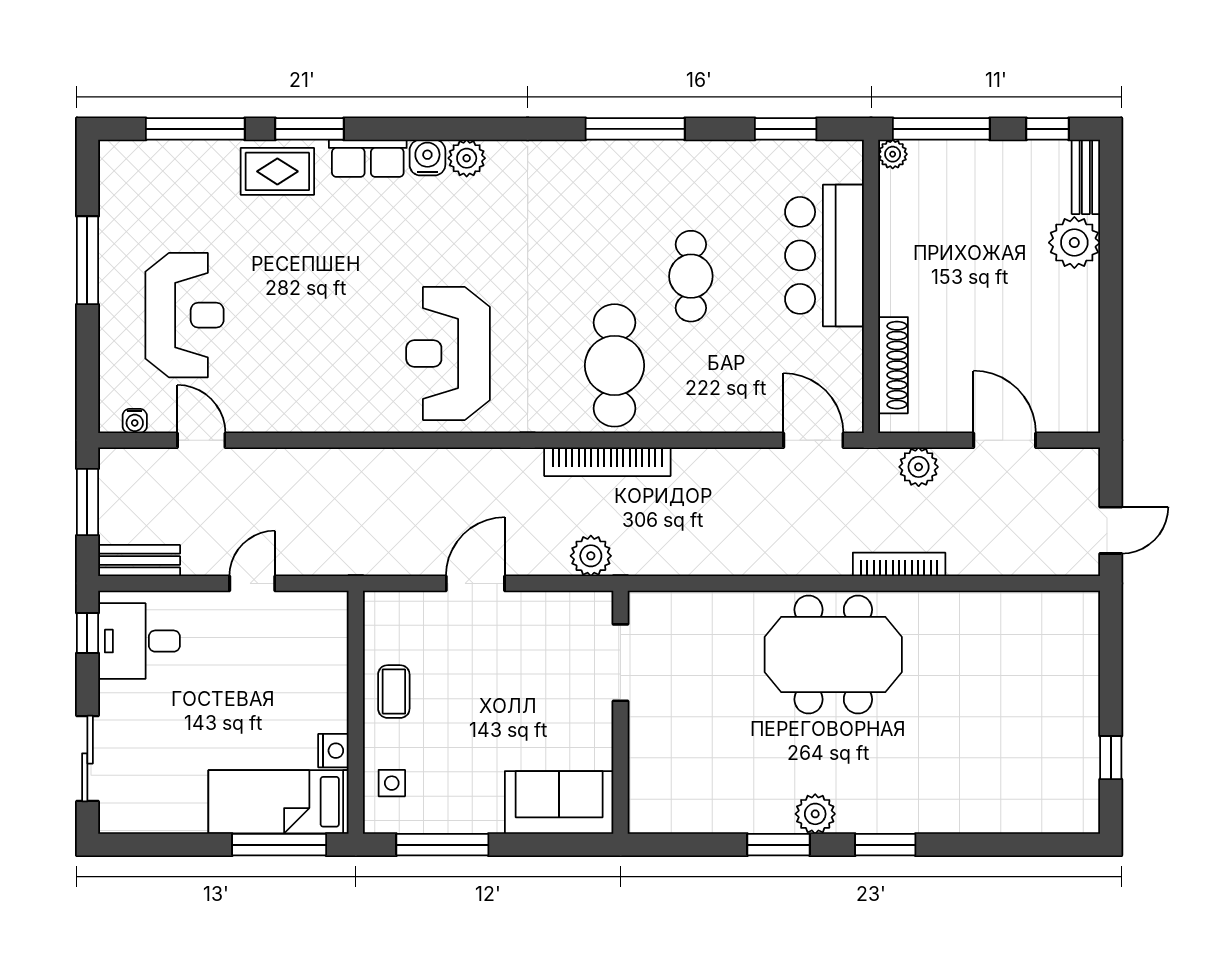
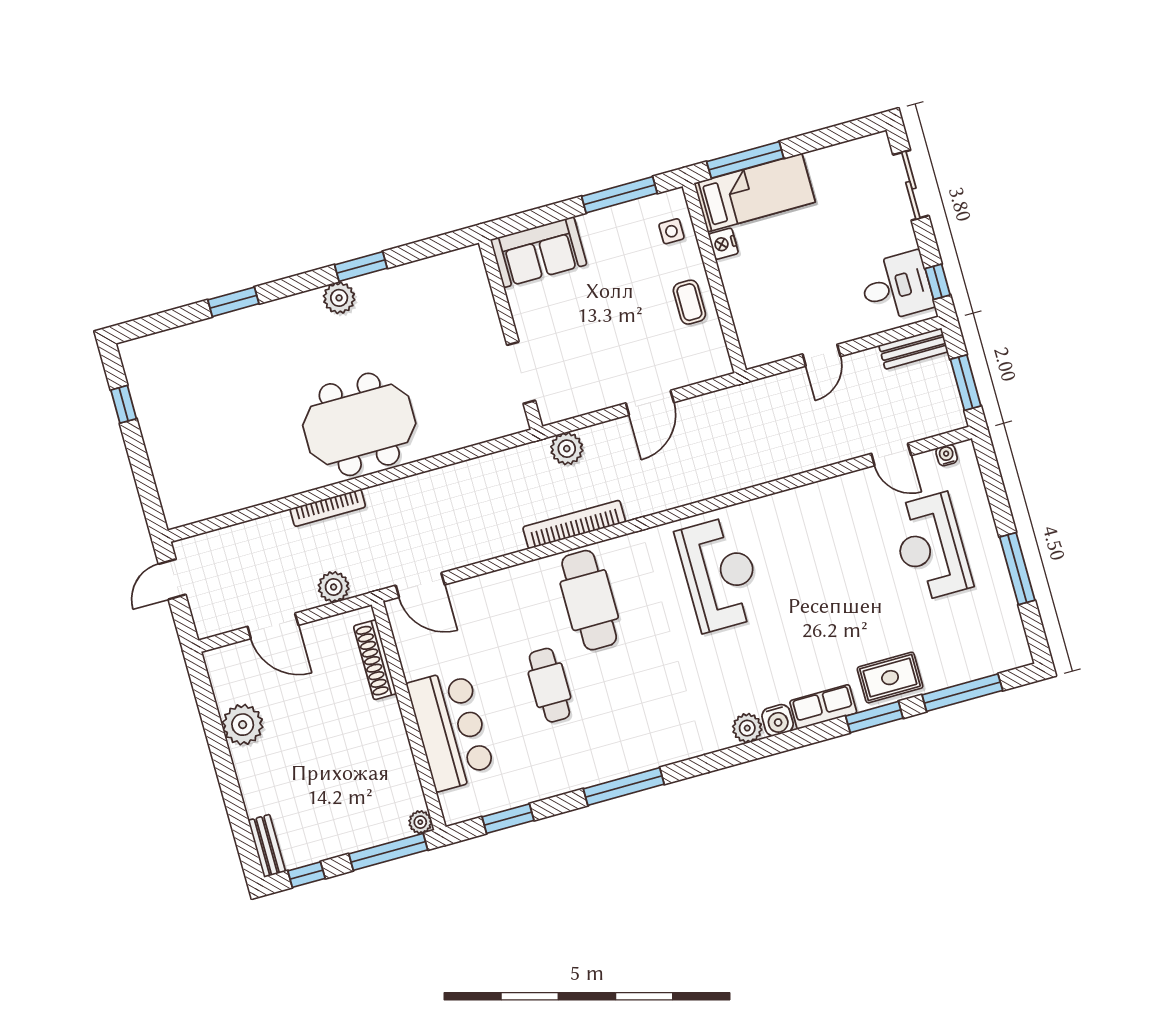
plant: (1074, 243) -> (243, 725), moved
window: (885, 845) -> (233, 302), moved

